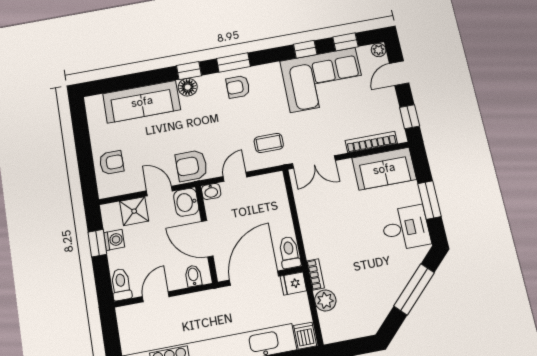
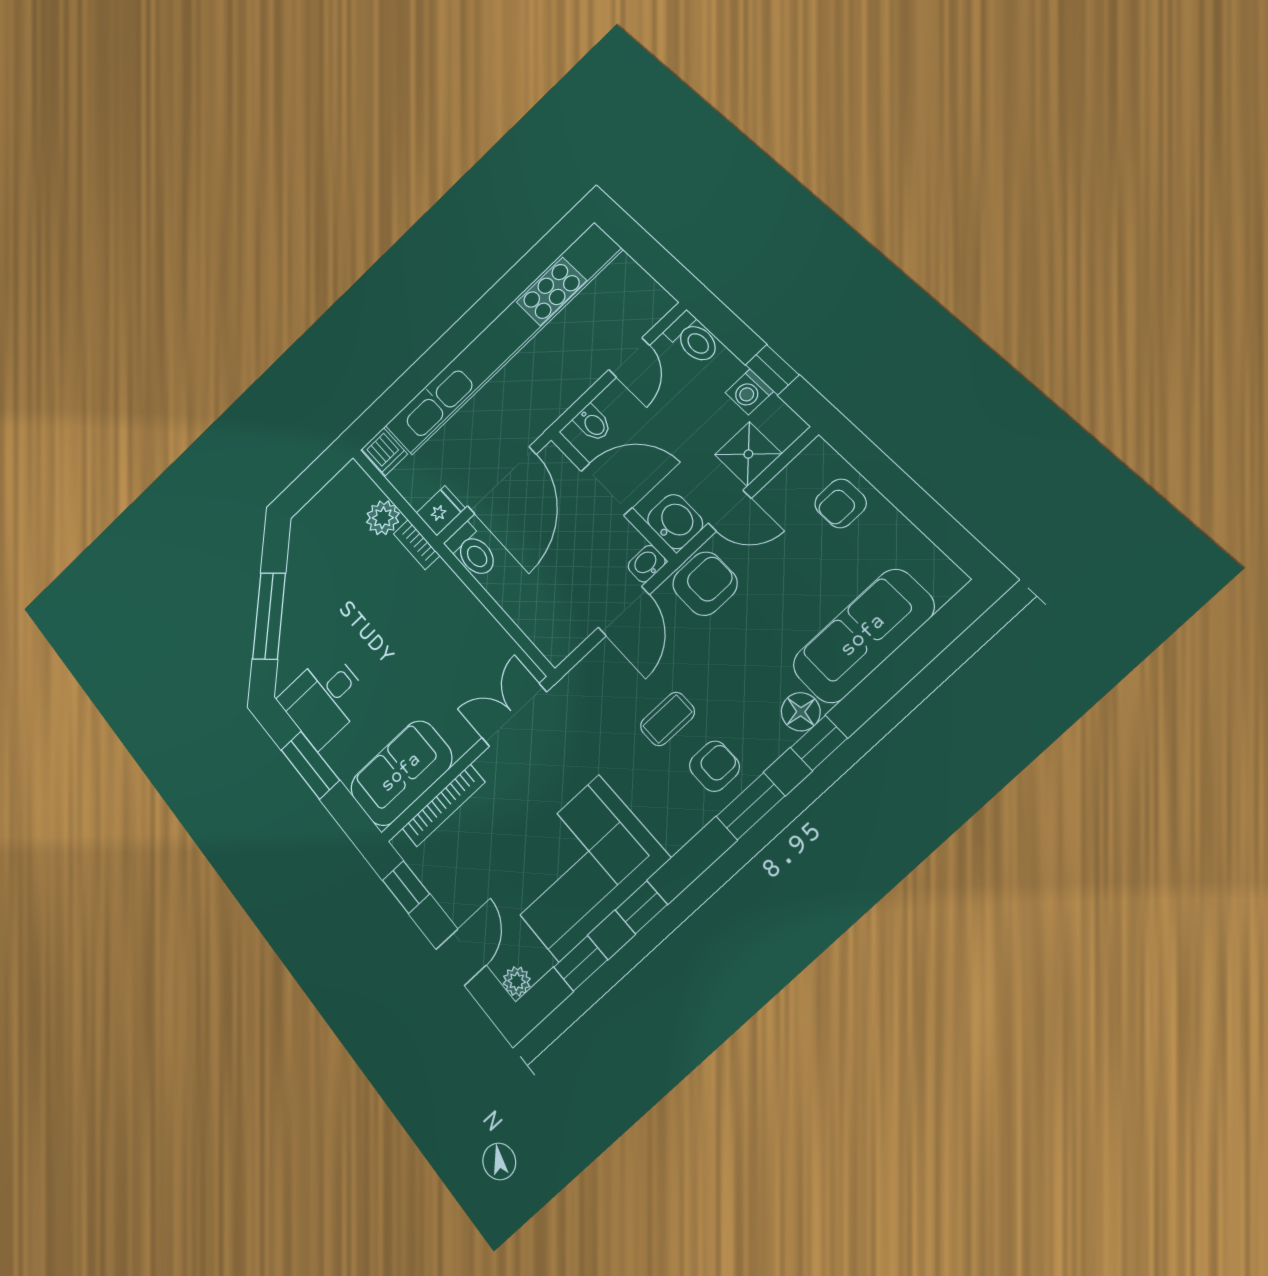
coffee table: (269, 143) -> (667, 719), moved
door: (235, 177) -> (624, 611), width x1.38

